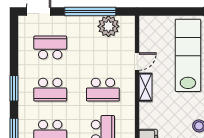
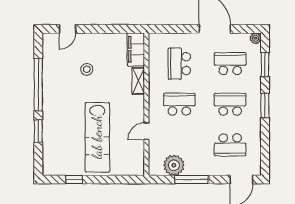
window: (90, 11) -> (192, 180), width x0.68
shelving: (145, 87) -> (138, 81), moved

